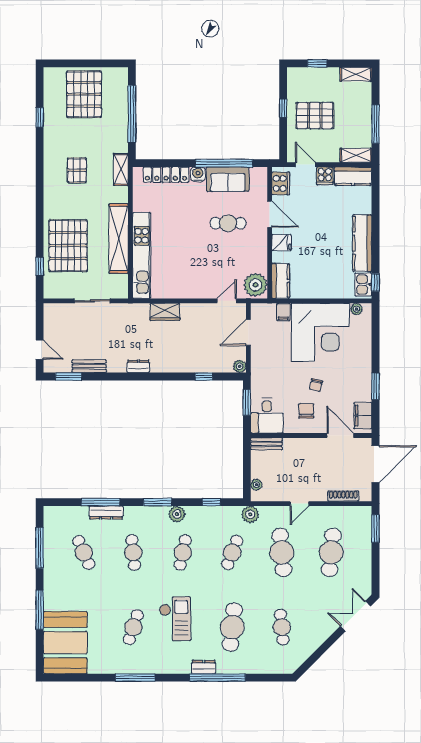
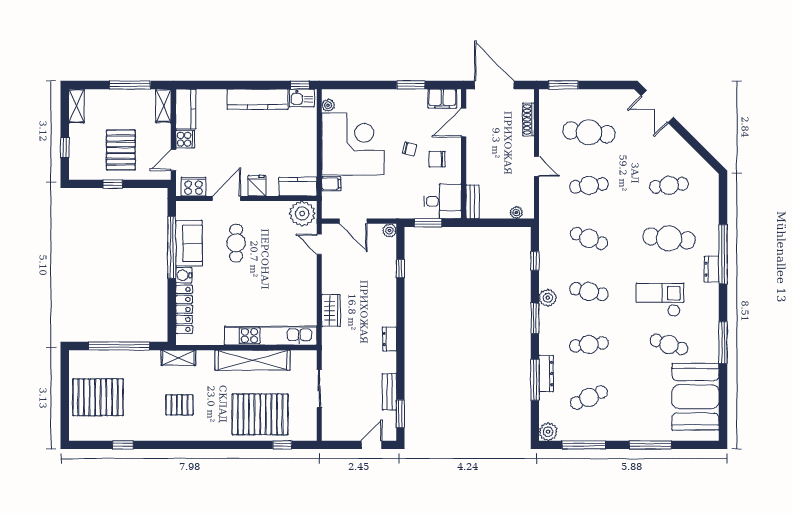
plant: (250, 514) -> (548, 432), moved
cafe table: (282, 552) -> (589, 185), width x0.73, depth x0.74
booth: (65, 643) -> (695, 397), moved, turned 90

